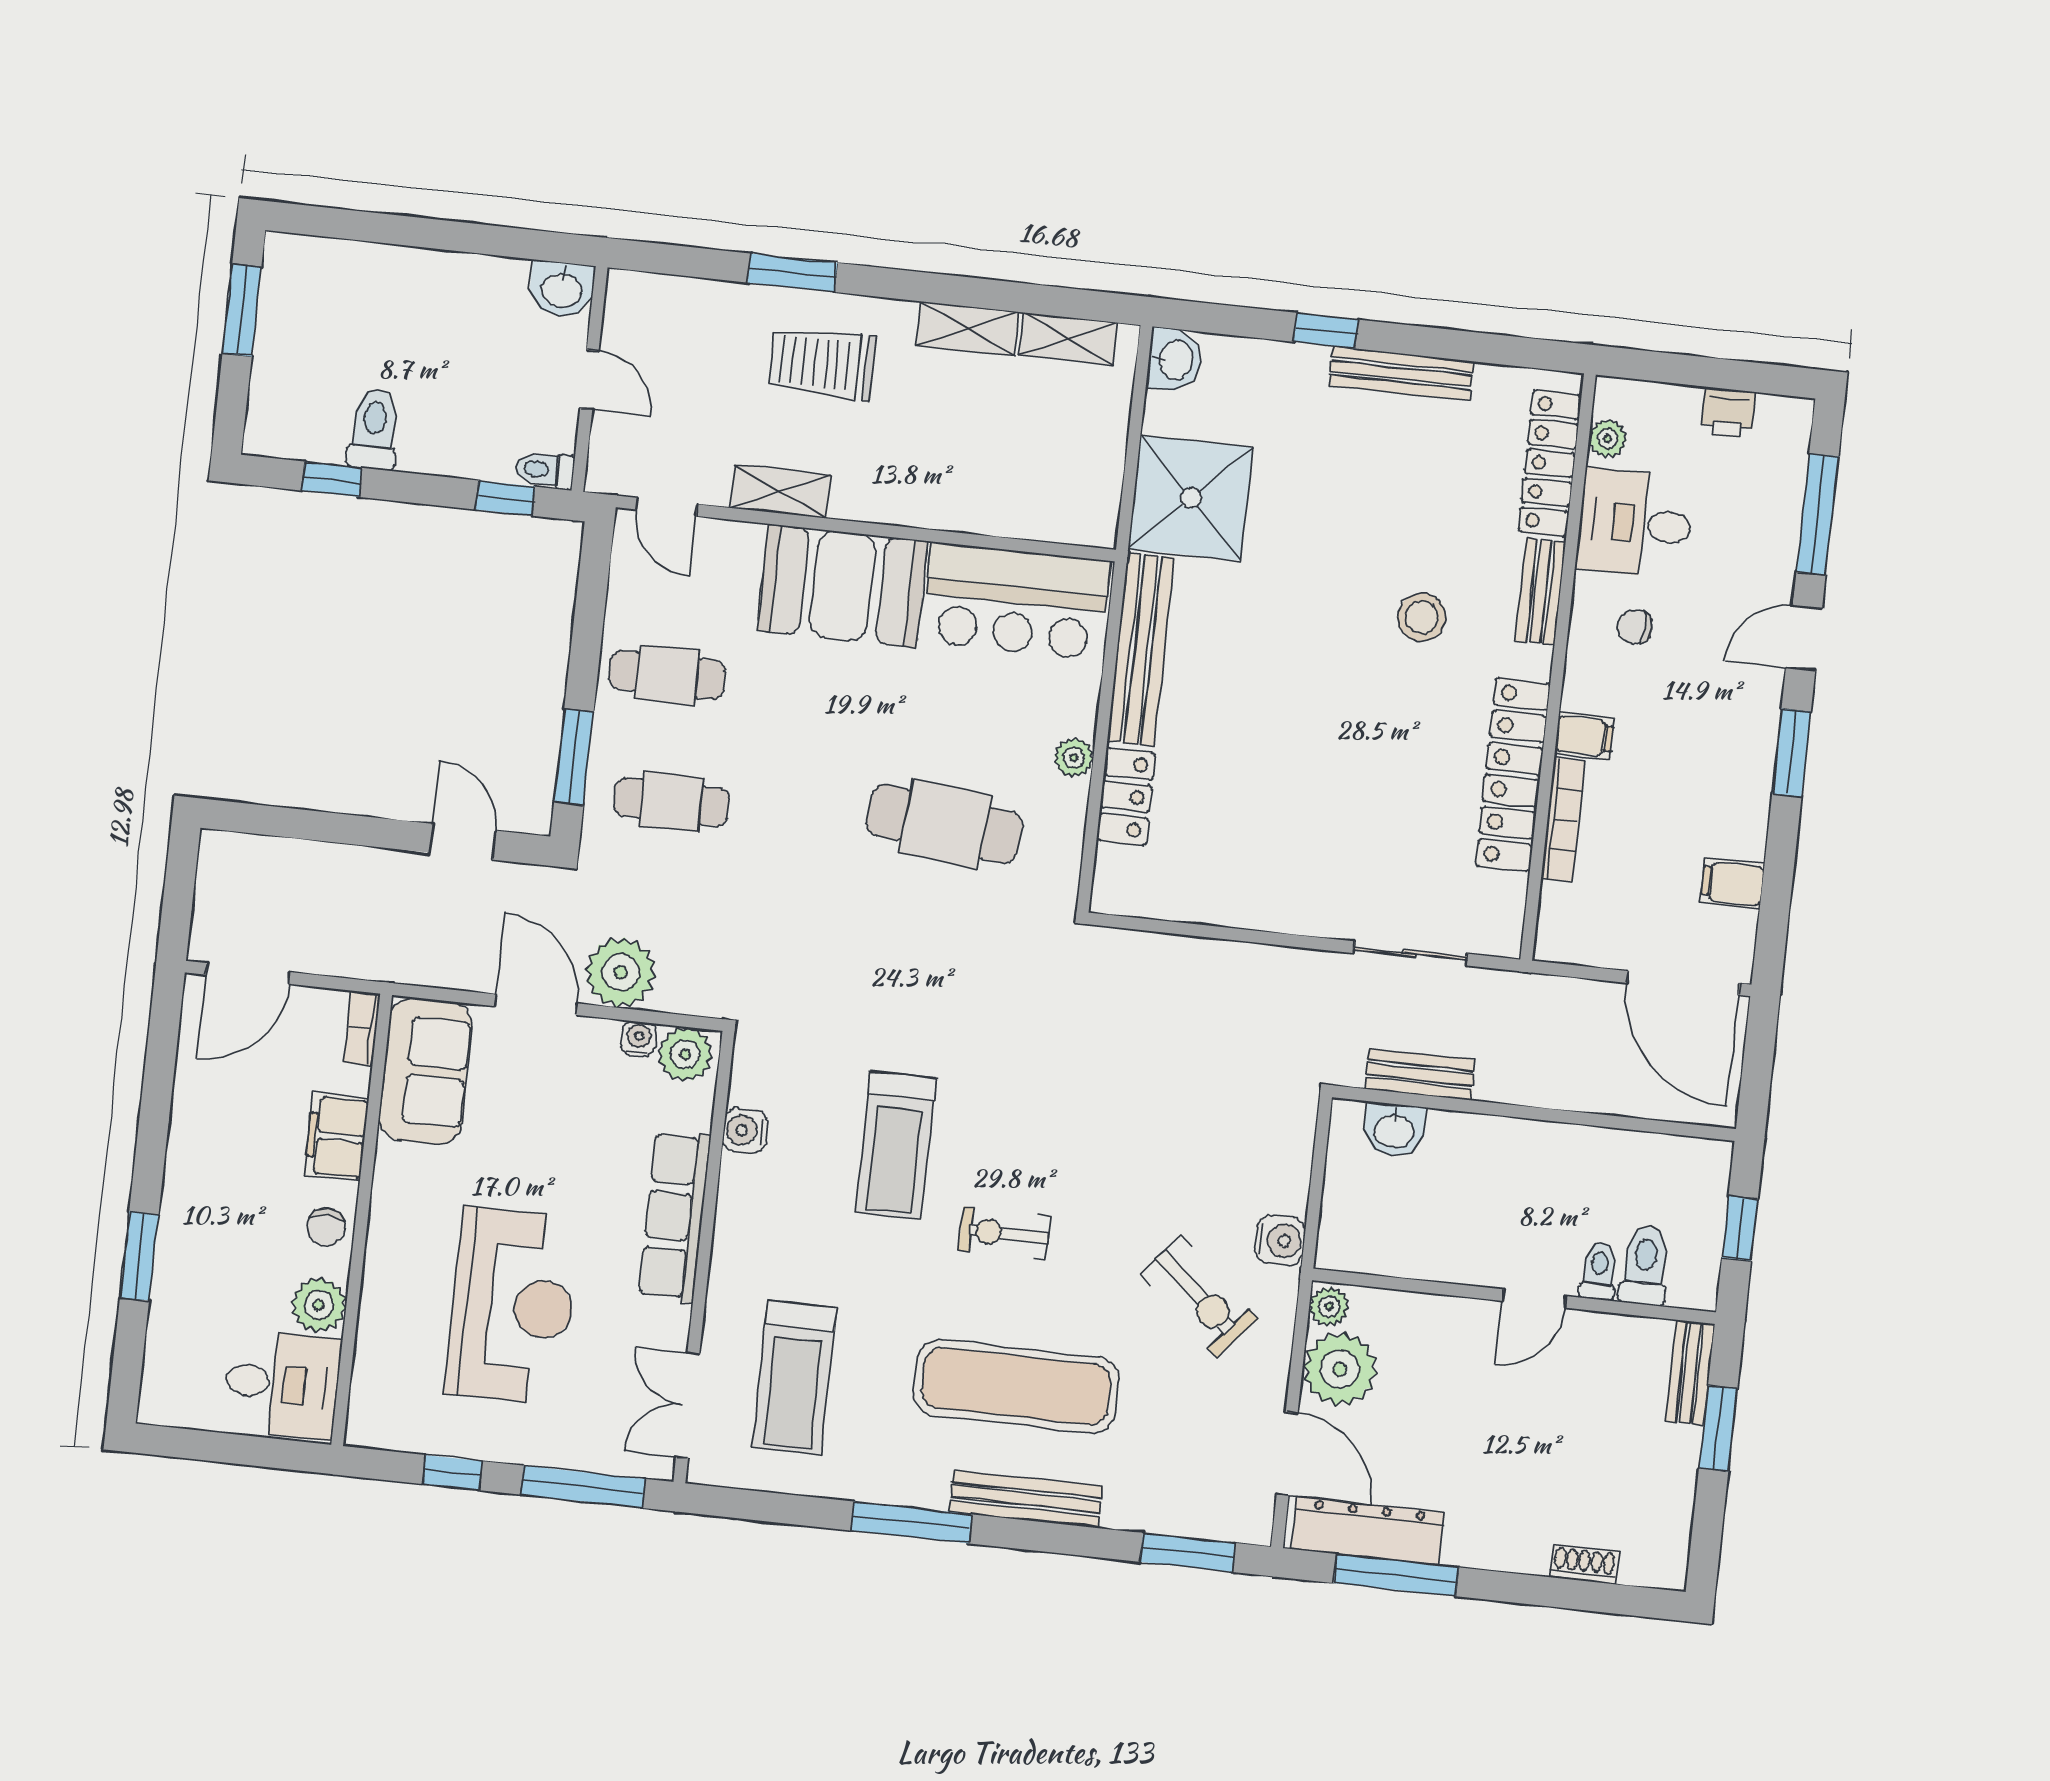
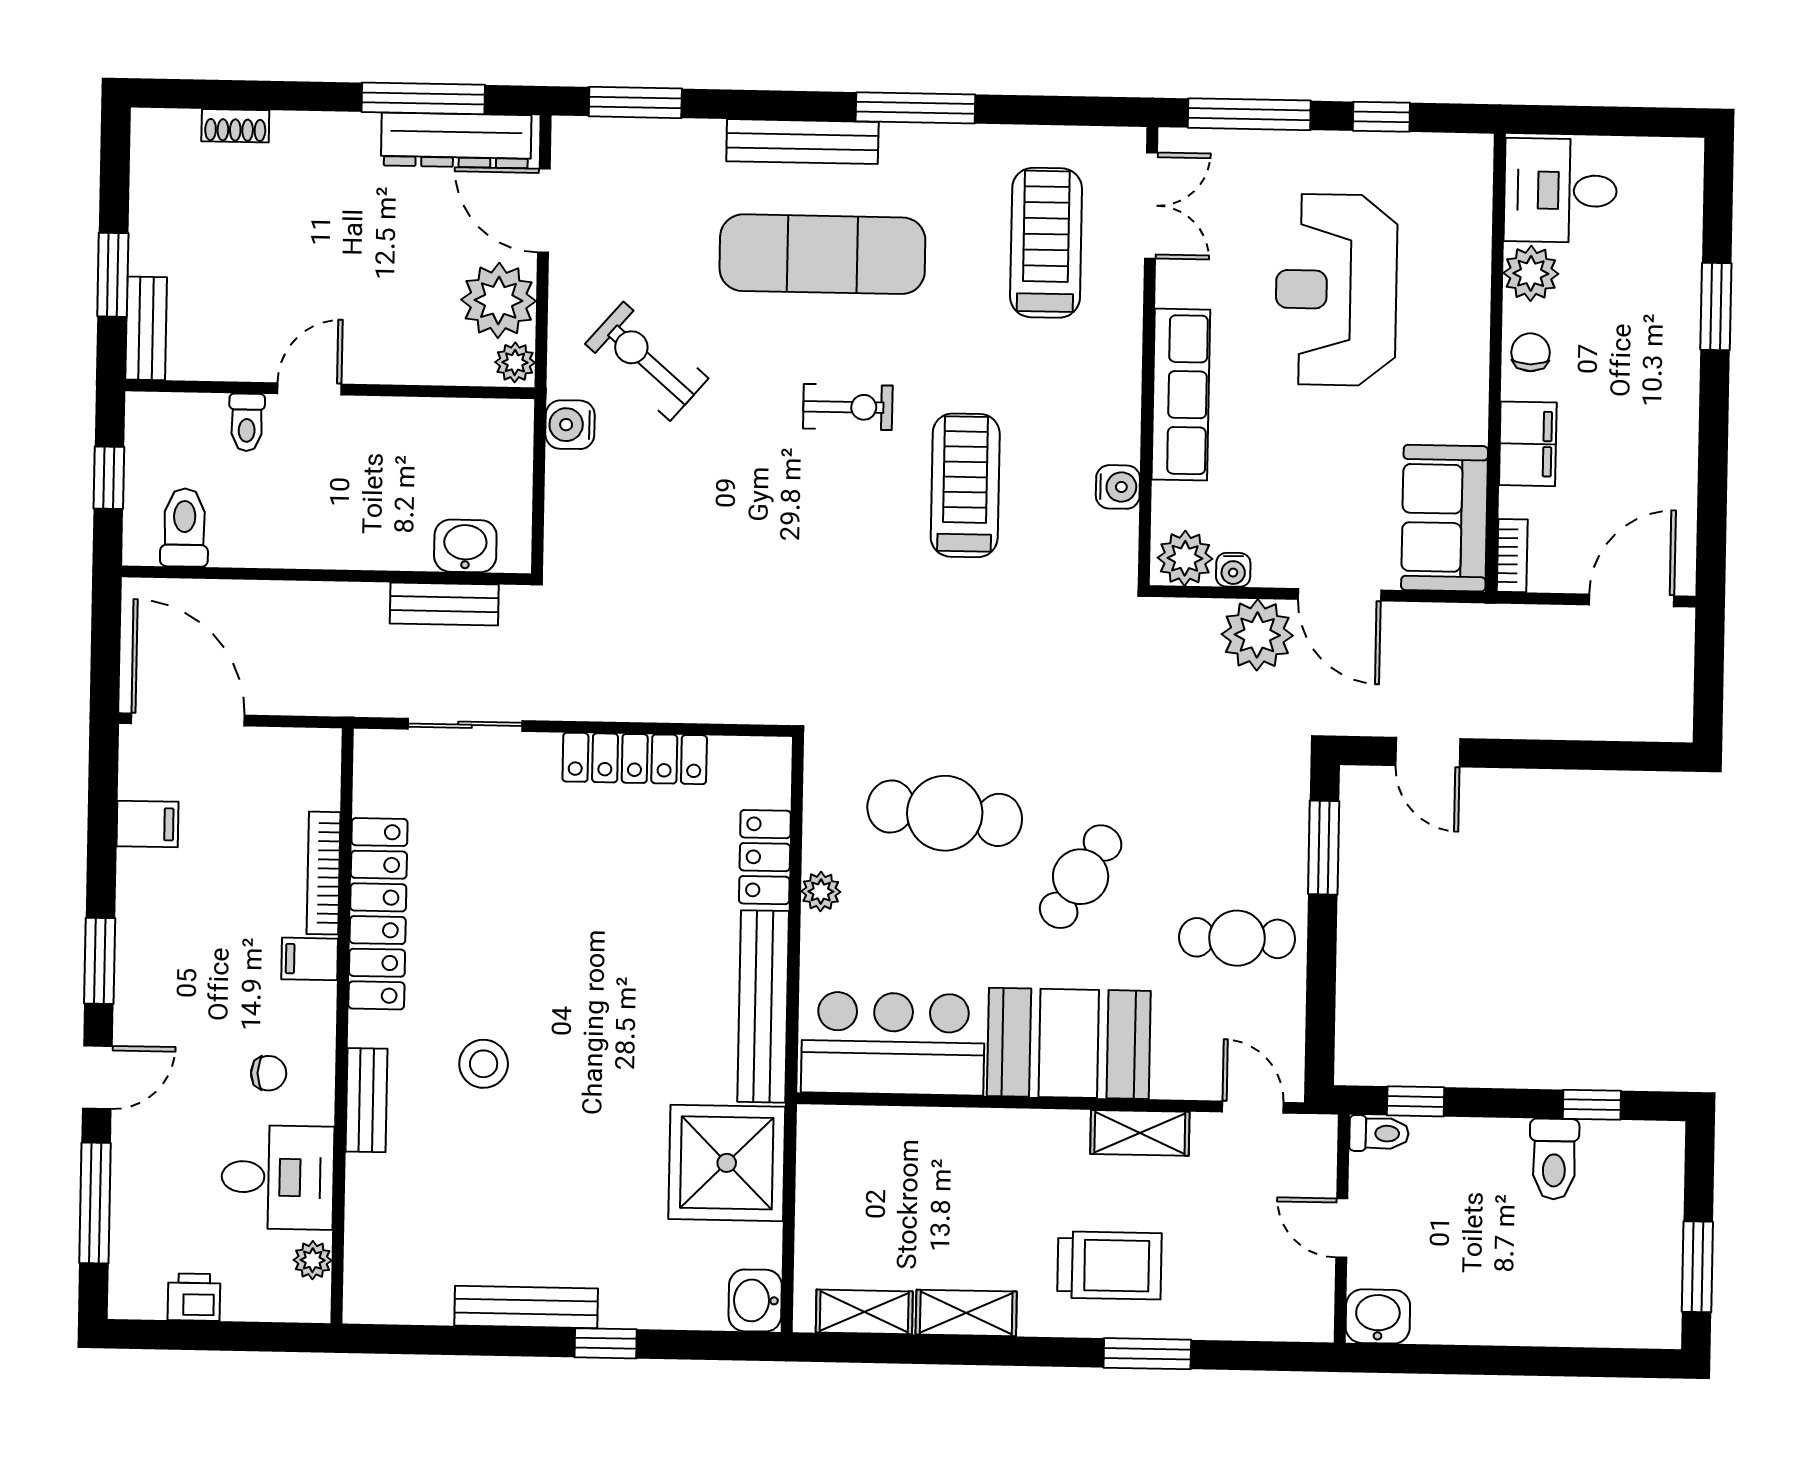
locker: (1550, 463) -> (635, 758), moved, turned 90
cafe table: (671, 802) -> (1081, 877), moved, turned -58
toilet: (1645, 1266) -> (184, 527), moved, turned 180

